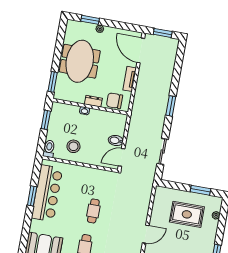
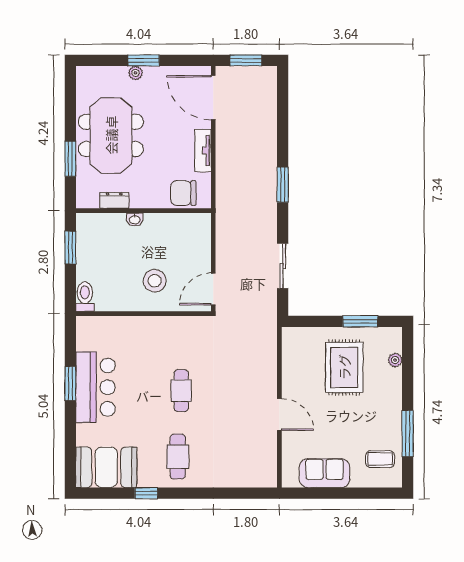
window: (90, 20) -> (144, 60), moved
window: (53, 82) -> (70, 159), moved
dresser: (93, 101) -> (114, 200), moved
bidet: (116, 140) -> (198, 262), removed
stool: (73, 146) -> (155, 281), moved
bar counter: (47, 193) -> (95, 387), width x0.73
rug: (187, 214) -> (344, 367), turned 90
door: (146, 234) -> (279, 415), hinge flipped

